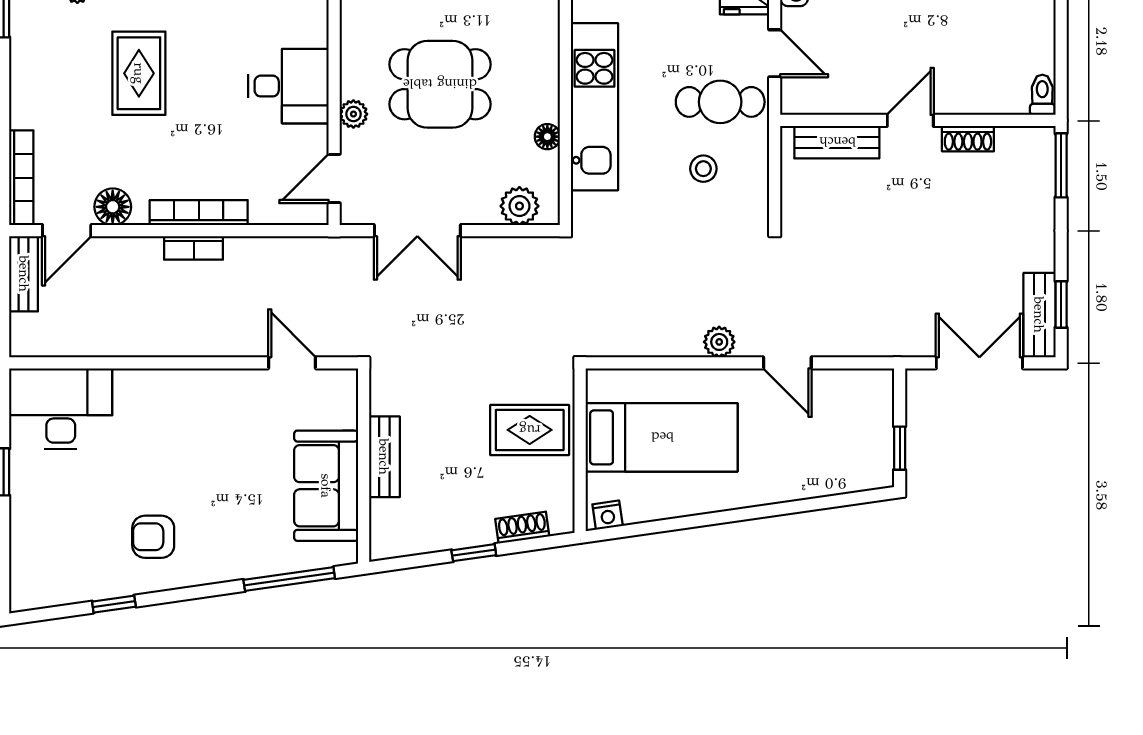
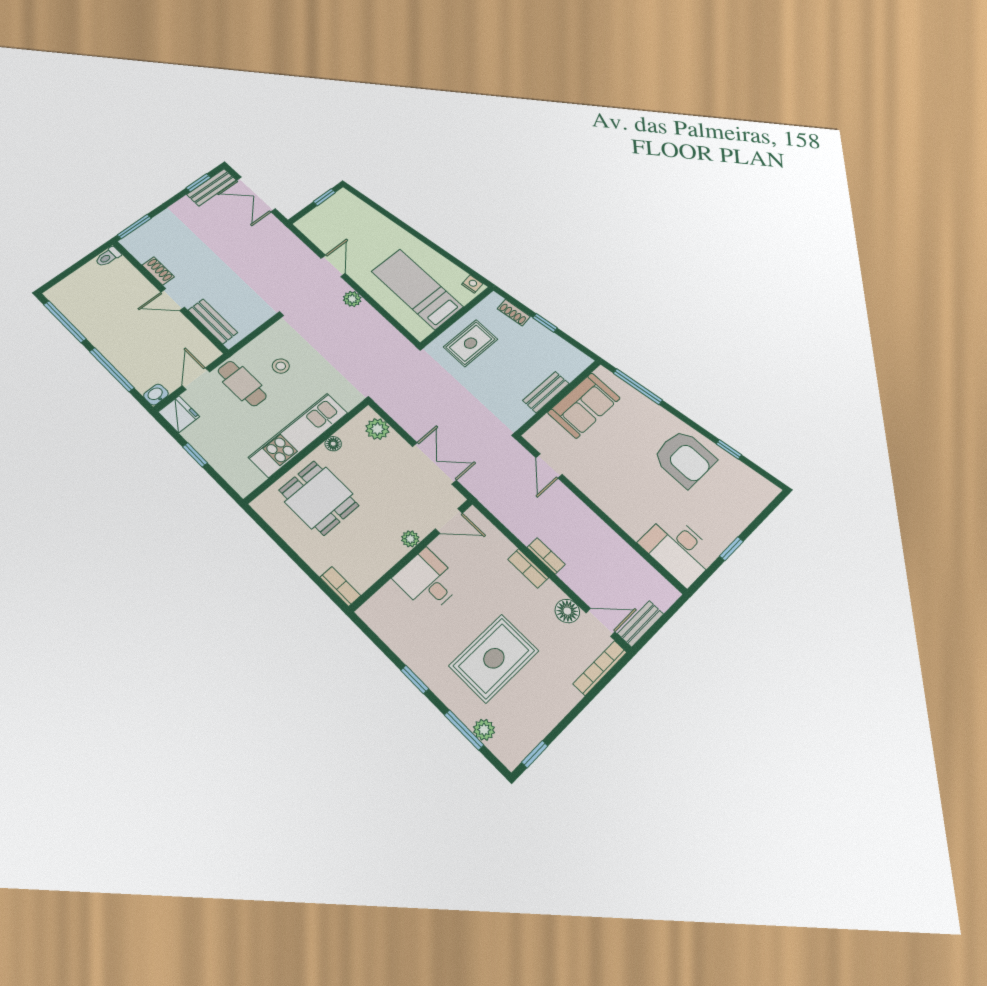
rug: (139, 73) -> (494, 658), width x1.36, depth x1.43
dining table: (440, 84) -> (319, 498), moved
bookcase: (199, 213) -> (528, 568), width x0.64
rug: (530, 430) -> (471, 343), turned 90
armchair: (153, 537) -> (684, 458), width x1.88, depth x1.88

